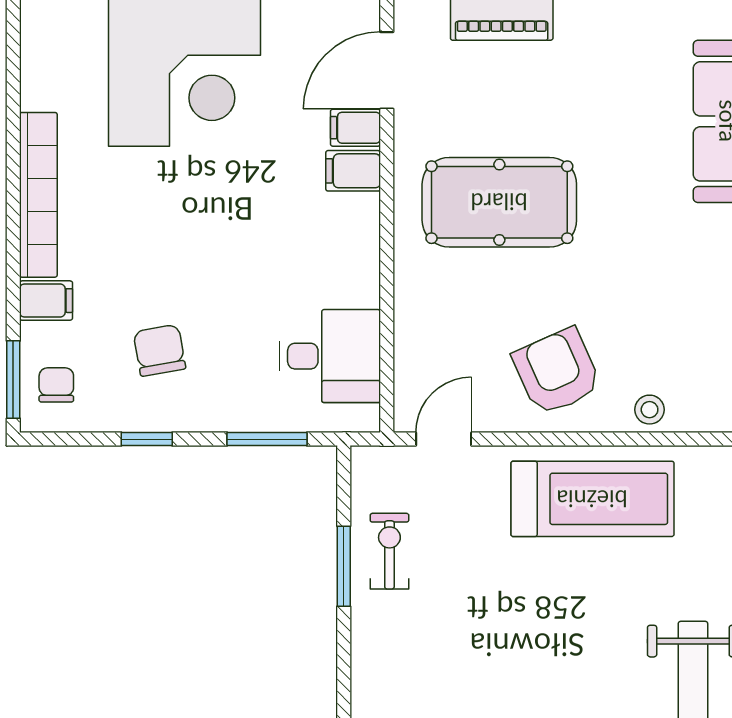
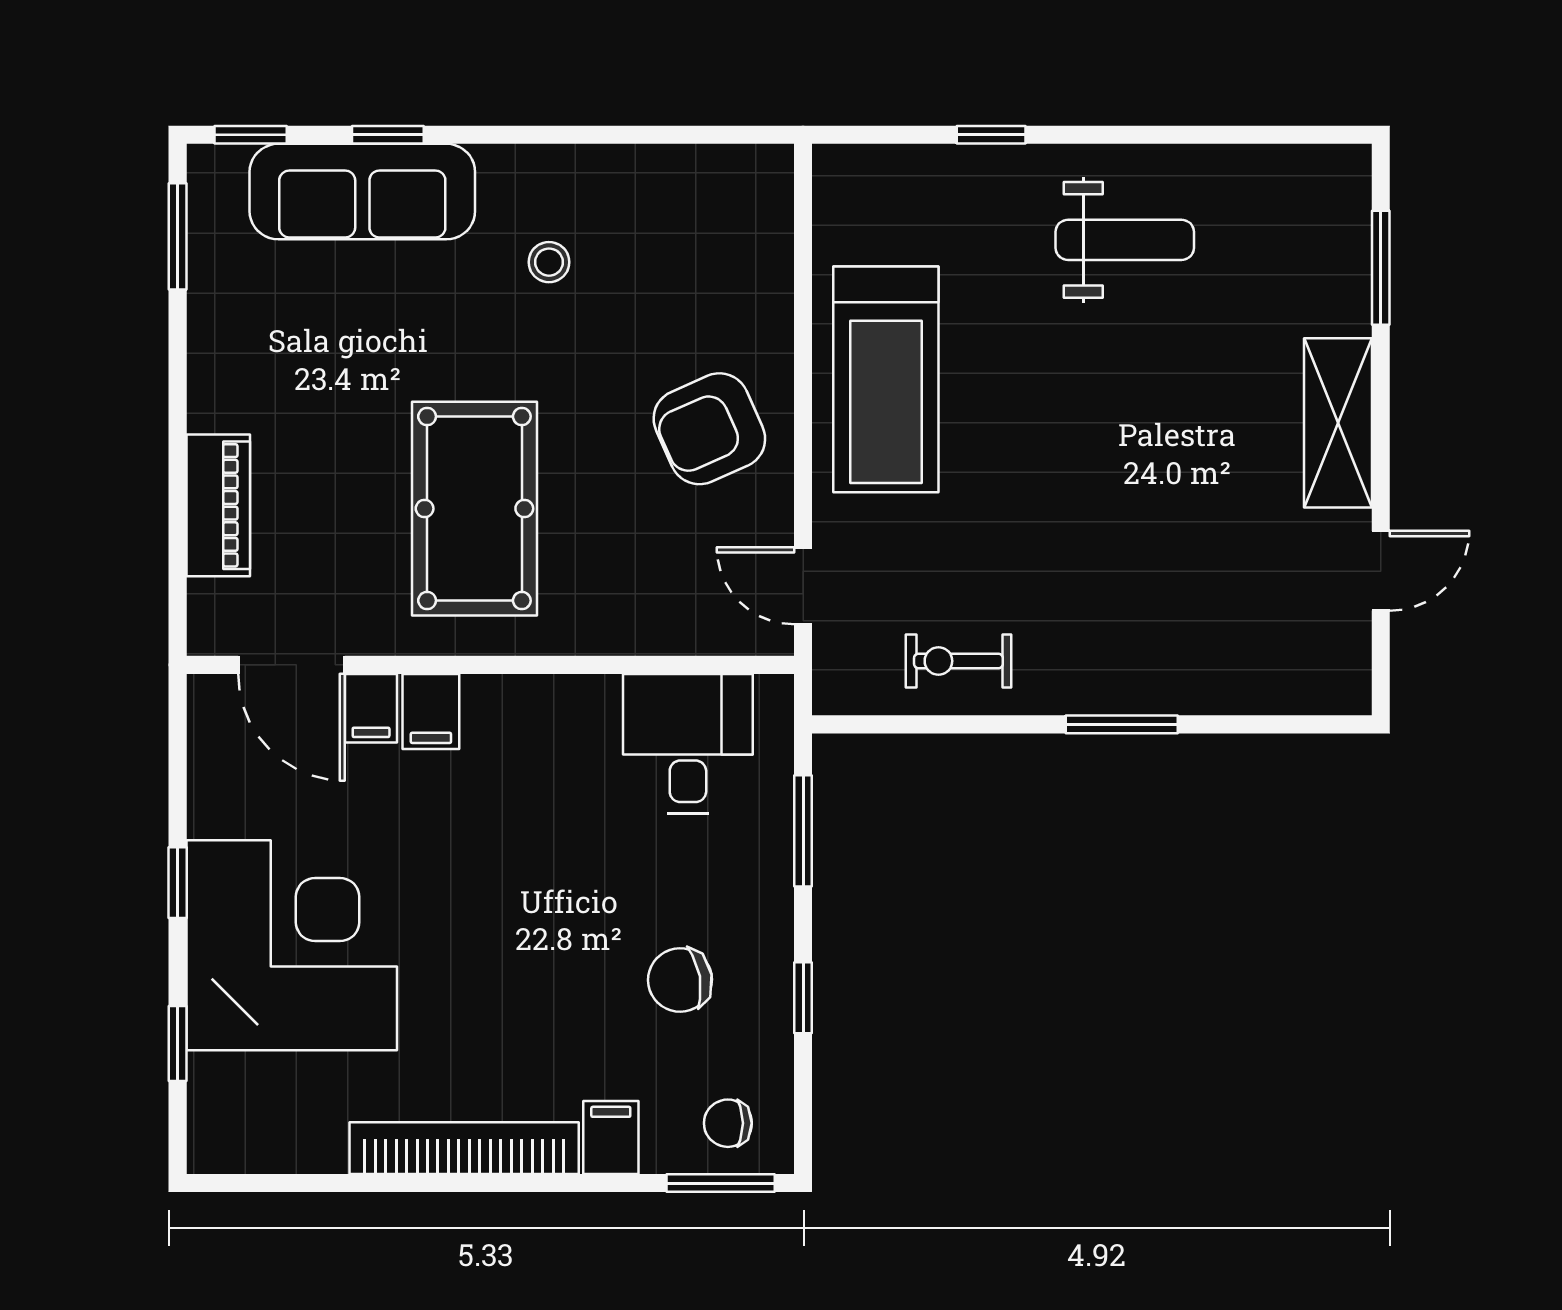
stool: (650, 410) -> (549, 262), moved
treadmill: (592, 499) -> (886, 379), turned 180
window: (344, 566) -> (1122, 724), moved

